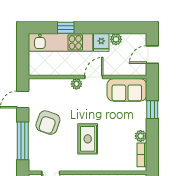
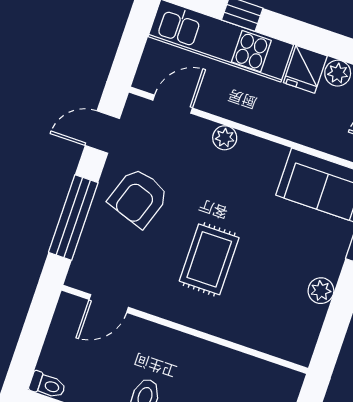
door: (94, 77) -> (173, 104), moved
bookcase: (142, 155) -> (310, 331), removed

